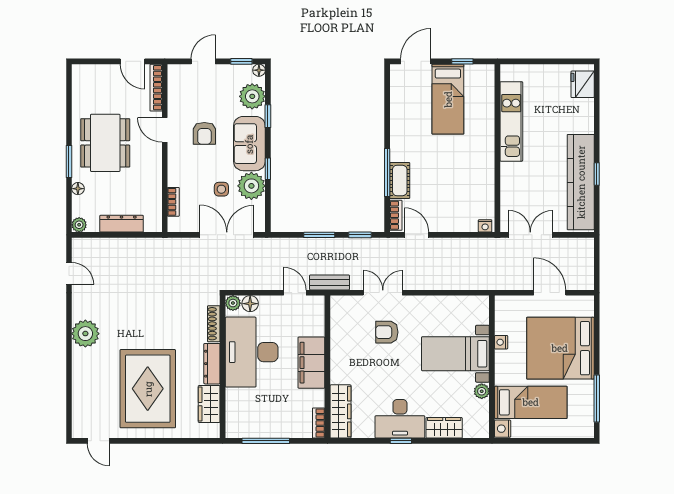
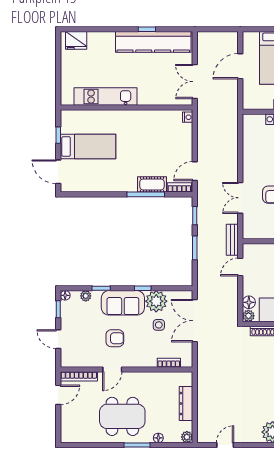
plant: (252, 96) -> (86, 296), width x0.53, depth x0.53

